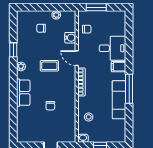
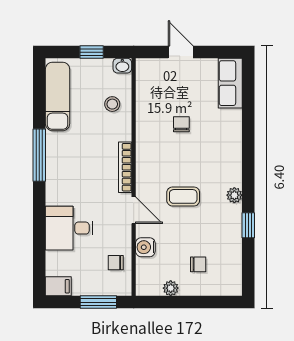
filing cabinet: (118, 67) -> (58, 286), moved
row of seats: (23, 93) -> (230, 83), moved
exam couch: (119, 100) -> (58, 96), moved

